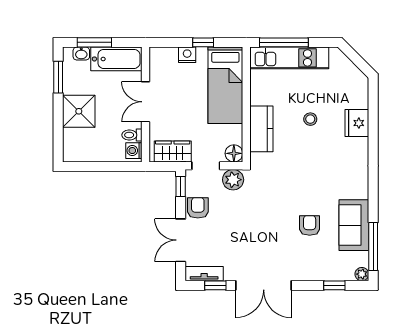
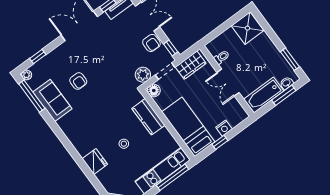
double door: (145, 102) -> (228, 83), swing flipped
shower: (79, 111) -> (247, 28), moved
washing machine: (134, 151) -> (214, 49), removed

